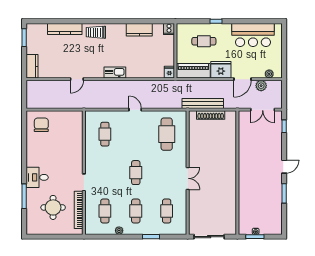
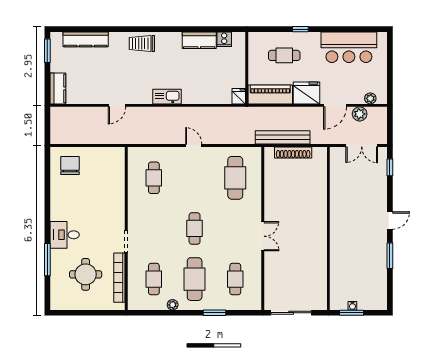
kitchen counter: (65, 29) -> (86, 39), moved
cooker: (169, 29) -> (224, 39), moved
cafe table: (136, 211) -> (195, 279), width x1.37, depth x1.35

